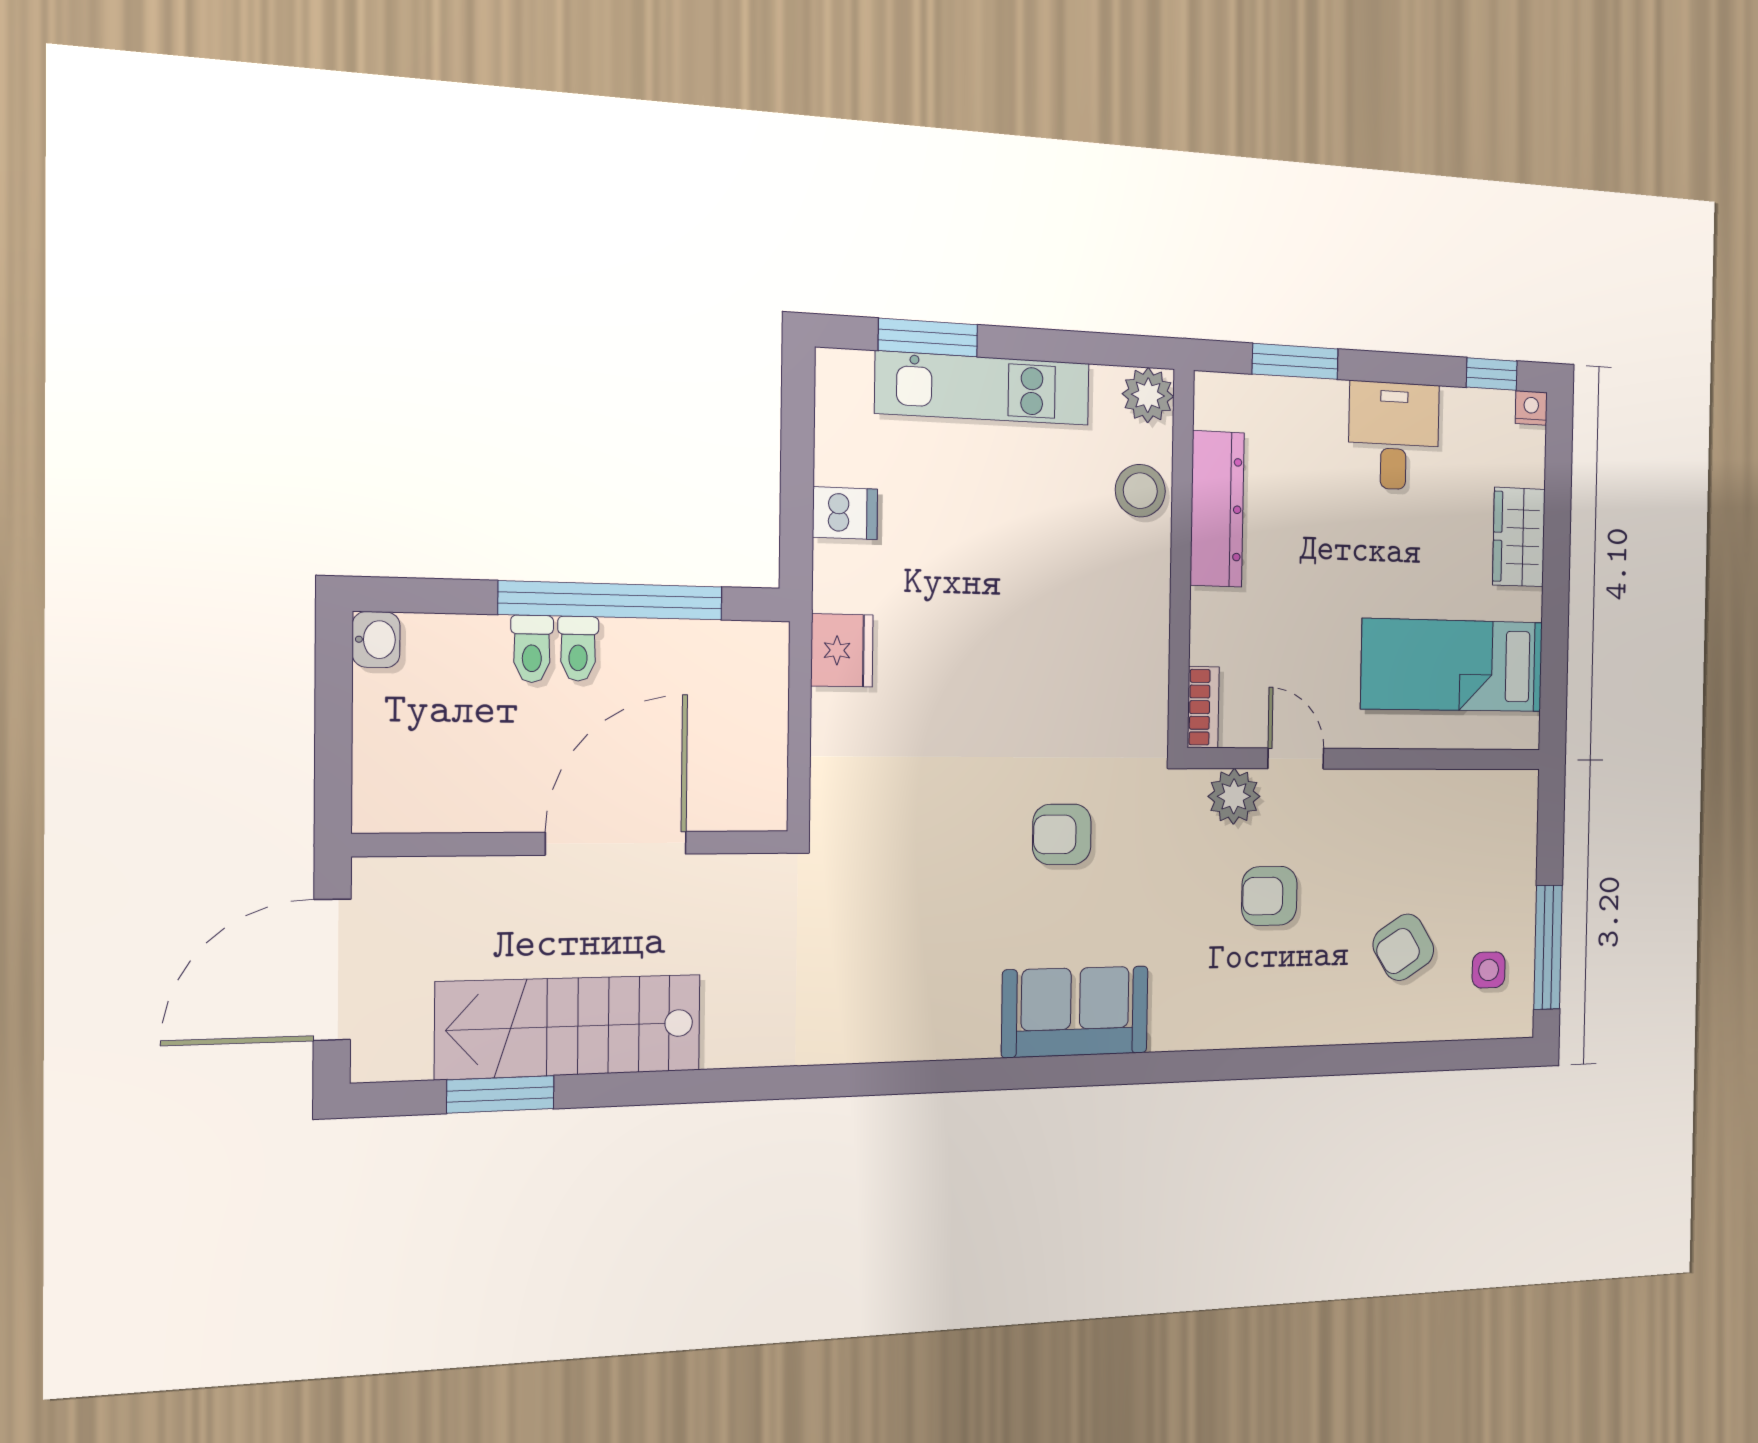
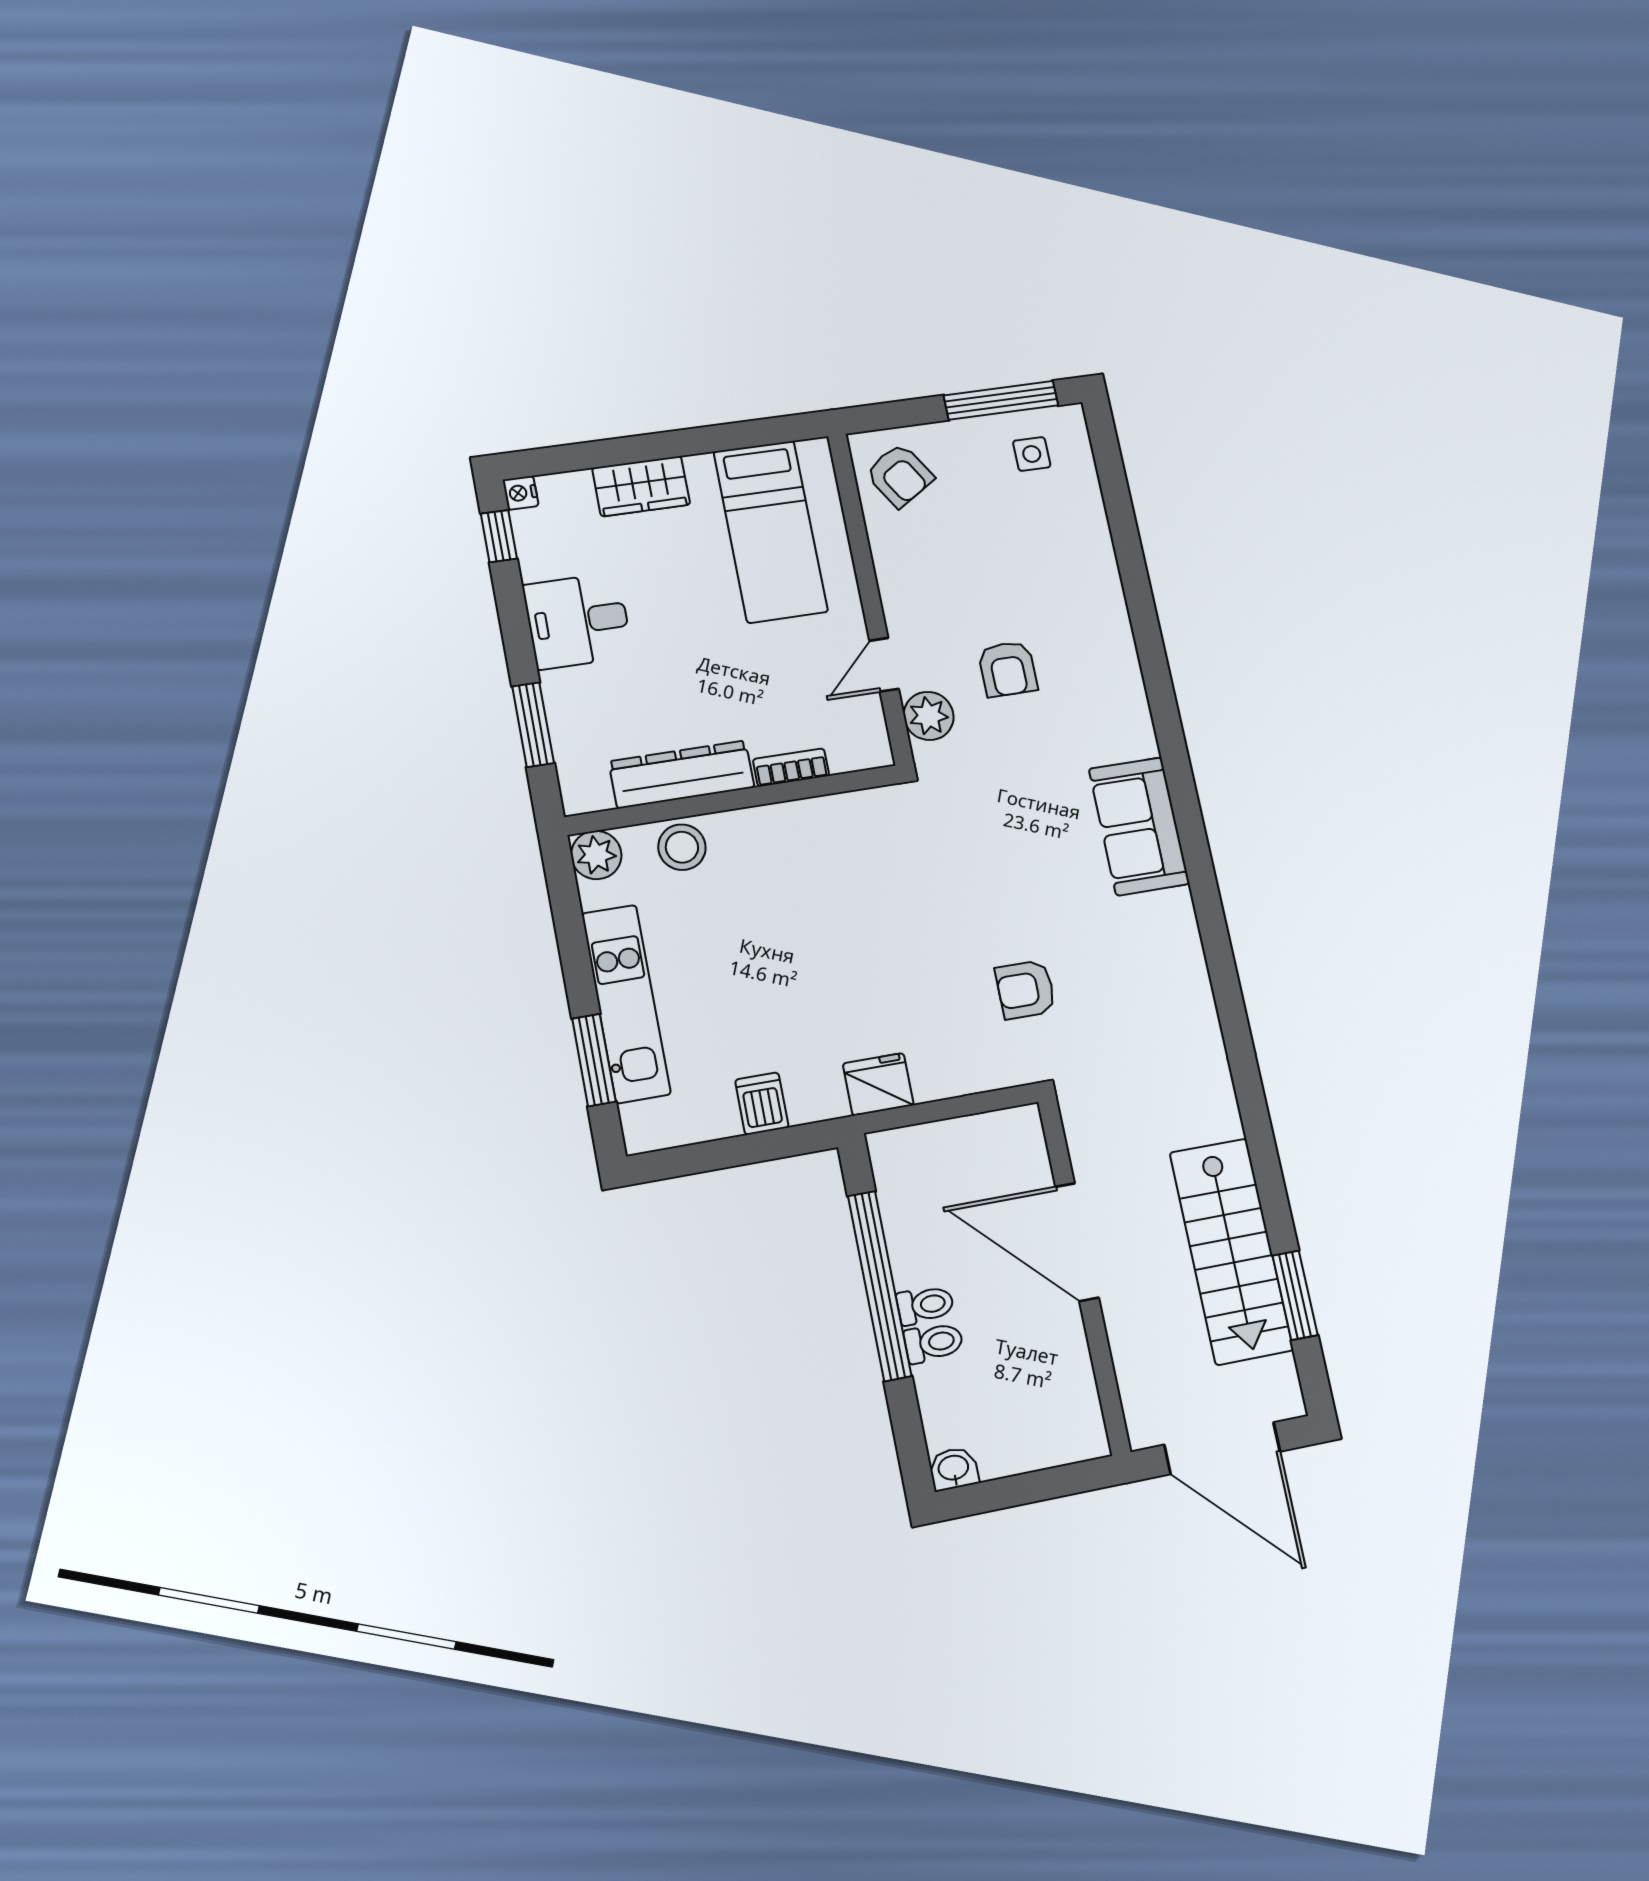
bookcase: (1203, 707) -> (791, 767), moved
armchair: (1062, 834) -> (1026, 990), moved, turned 90
armchair: (1403, 947) -> (900, 475), moved

